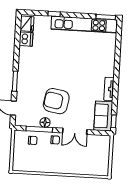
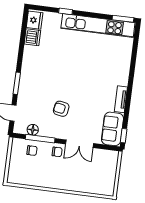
armchair: (56, 101) -> (61, 109), width x0.53, depth x0.53
floor lamp: (45, 122) -> (33, 130), moved

